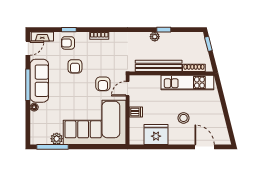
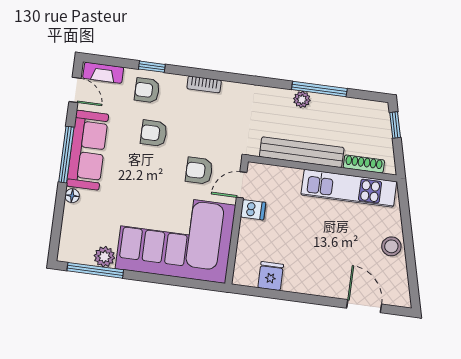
window: (164, 30) -> (319, 89), width x2.17
door: (28, 48) -> (75, 90), hinge flipped
armchair: (75, 66) -> (154, 133), turned 90
armchair: (103, 84) -> (199, 171), turned 90
dishwasher: (136, 112) -> (253, 210), moved
stool: (184, 118) -> (391, 246), moved
fridge: (156, 135) -> (271, 276), width x0.53, depth x0.75

